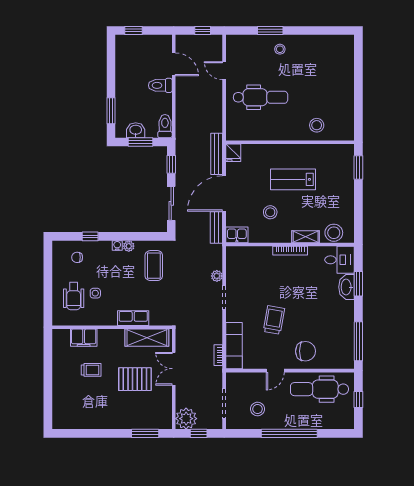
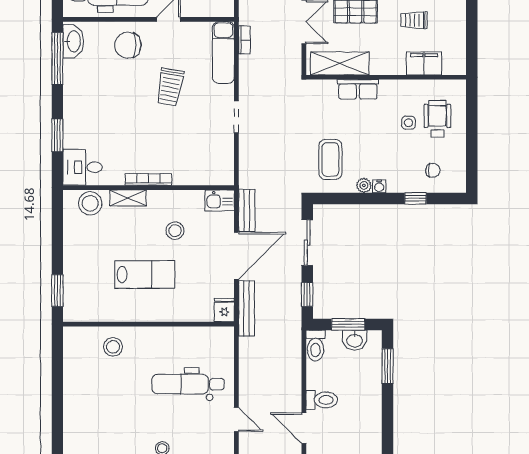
plant: (217, 276) -> (246, 146), removed
washbasin: (347, 287) -> (73, 41), moved

